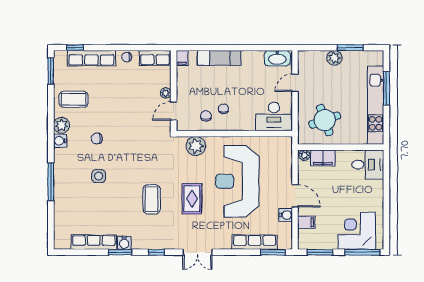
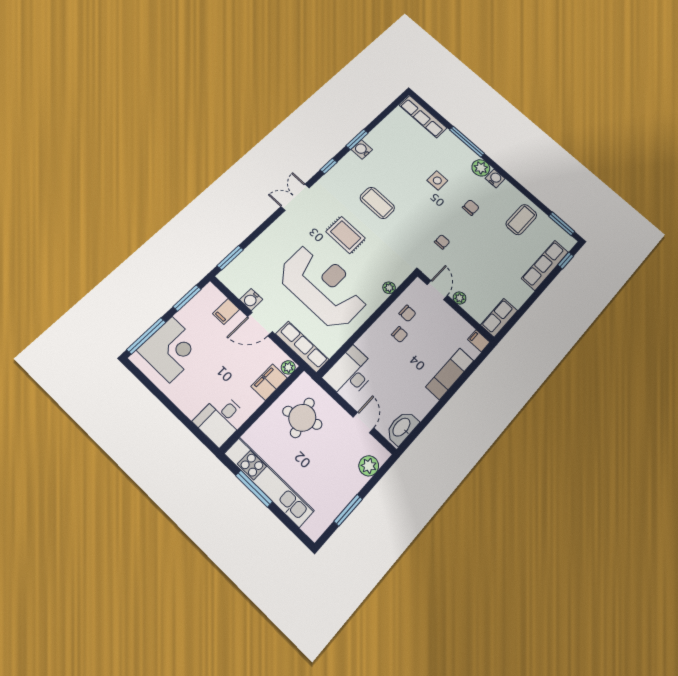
chair: (127, 57) -> (442, 242), moved
plant: (334, 58) -> (369, 466), moved
window: (386, 88) -> (254, 489), moved
plant: (62, 125) -> (481, 168), moved
plant: (196, 146) -> (389, 288), width x0.53, depth x0.53
row of seats: (94, 242) -> (423, 117), moved, turned 90
row of seats: (255, 242) -> (302, 347), moved, turned -90

